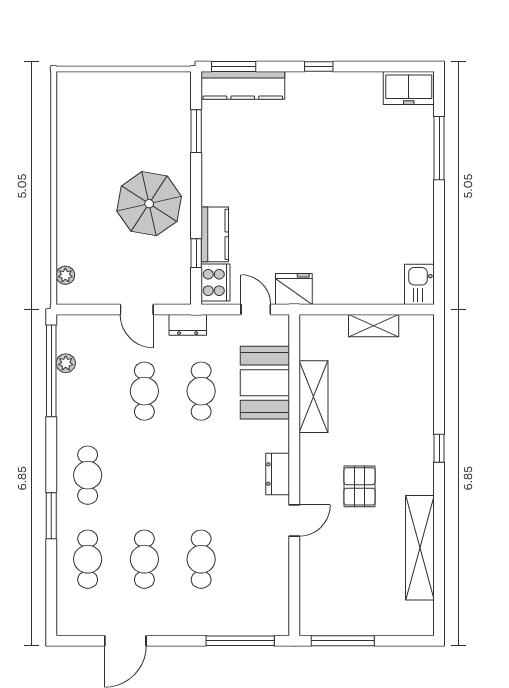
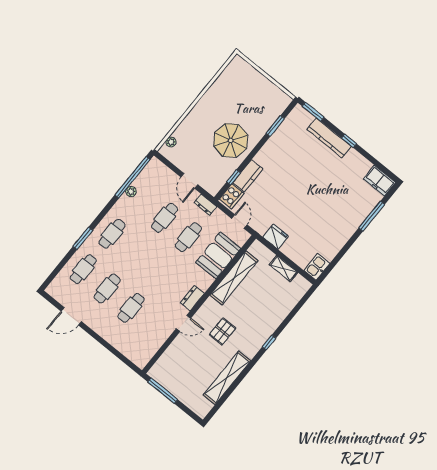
kitchen counter: (243, 85) -> (329, 138), moved
fridge: (294, 289) -> (276, 237), moved
plant: (66, 363) -> (131, 192), moved
shelving: (314, 397) -> (234, 278), width x1.47
window: (240, 641) -> (119, 356), removed

